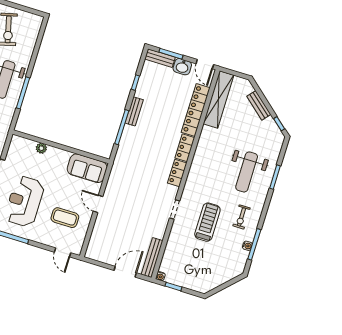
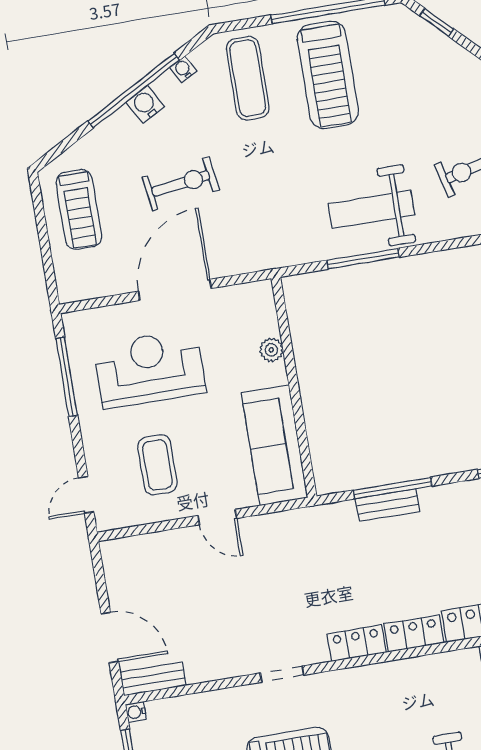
bench: (134, 111) -> (388, 505), moved
sofa: (87, 168) -> (275, 445), width x1.36
door: (98, 204) -> (217, 517), swing flipped
bench: (152, 258) -> (153, 679), width x0.73

